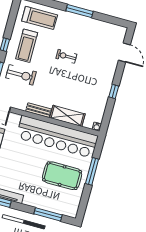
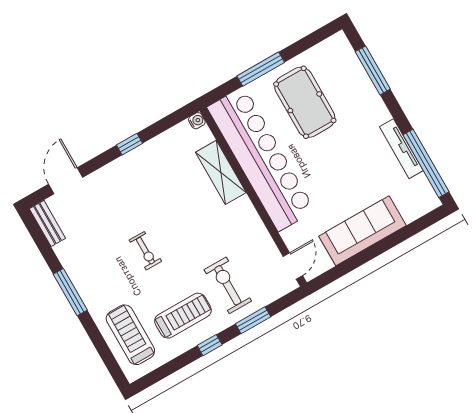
bench: (38, 110) -> (47, 223), moved

